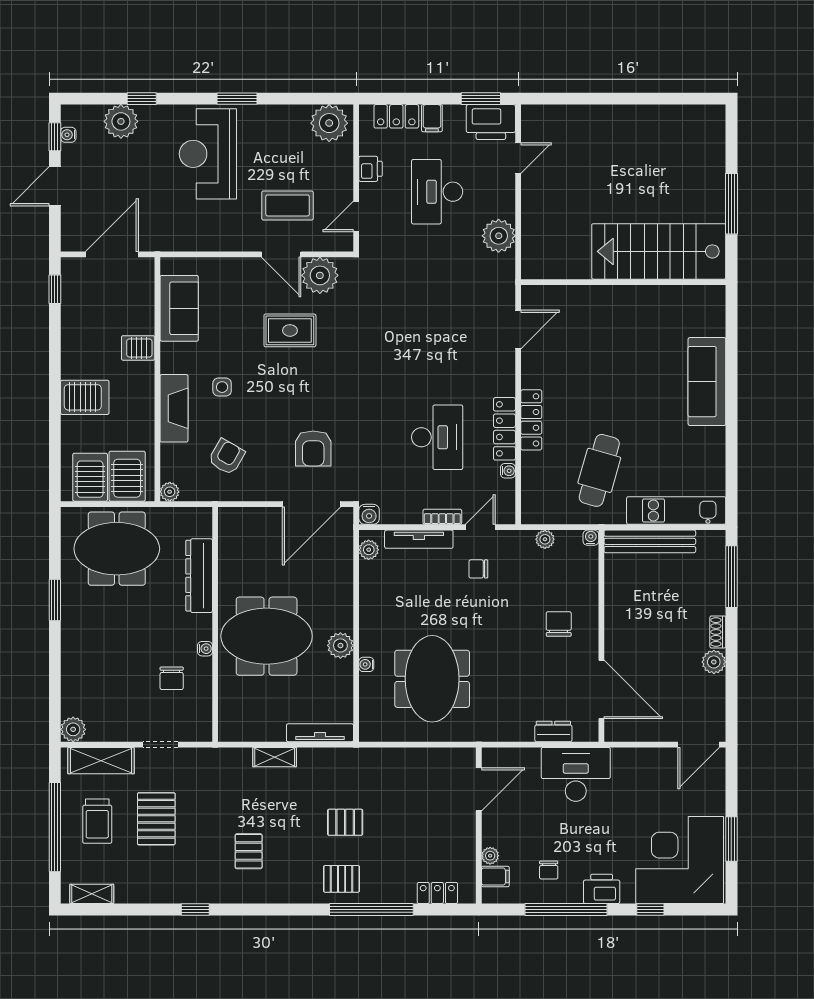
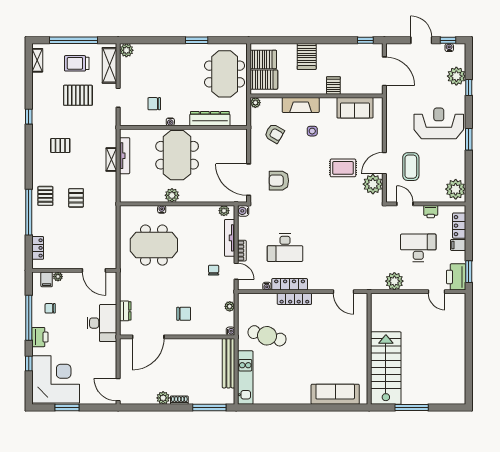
rug: (290, 330) -> (343, 168), turned 90
sofa: (707, 382) -> (335, 394), moved
tv unit: (320, 733) -> (125, 156), moved

